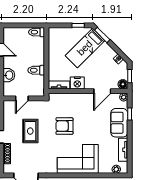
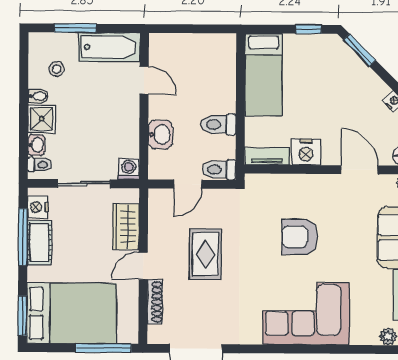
toilet: (37, 32) -> (219, 170), moved
bed: (85, 48) -> (264, 75), moved, turned -45
door: (102, 91) -> (359, 170), swing flipped
armchair: (64, 126) -> (300, 237), moved

